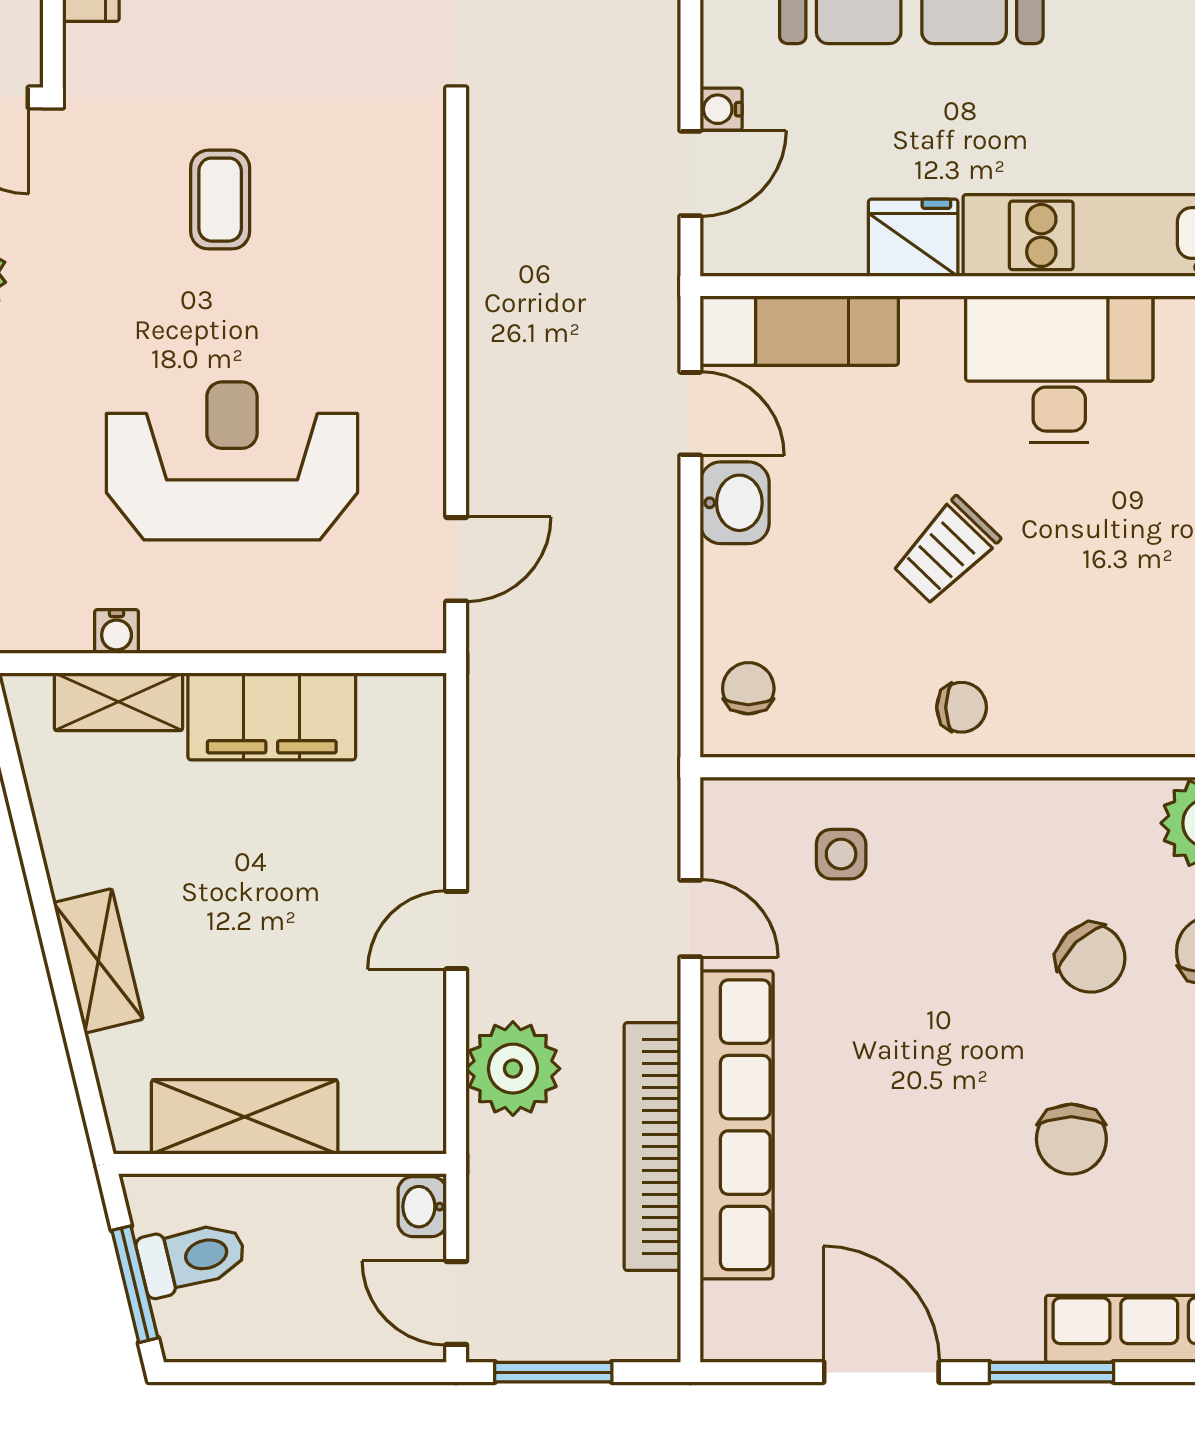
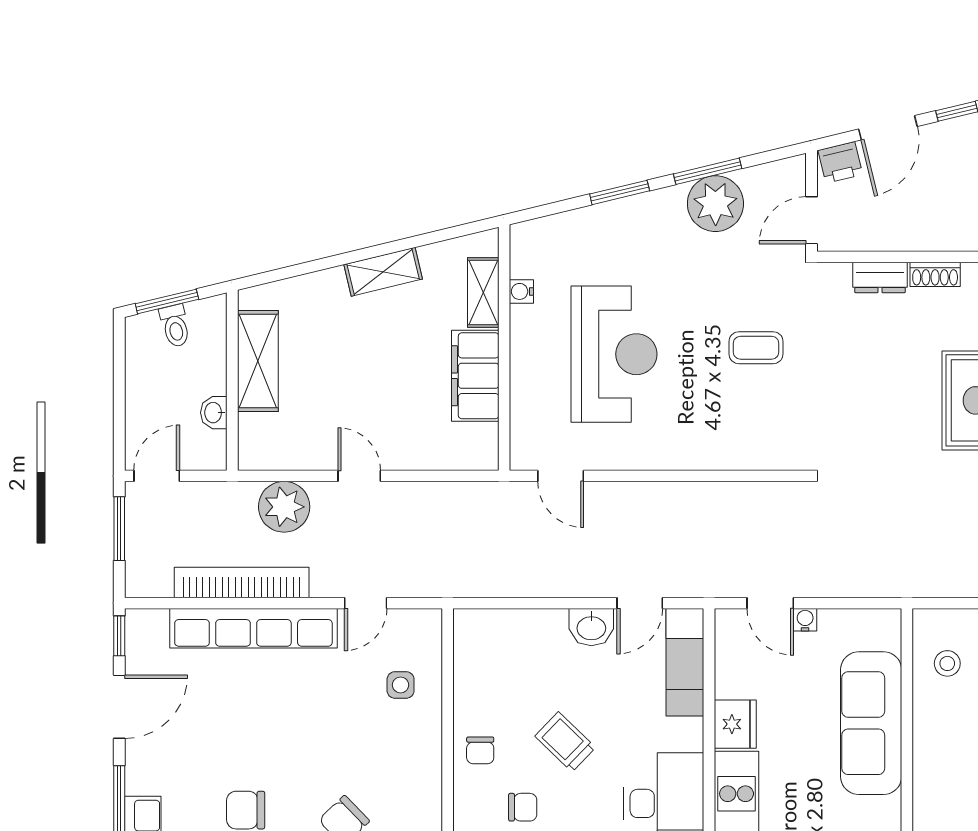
chair: (748, 688) -> (523, 807), moved
shelving: (98, 961) -> (383, 272), moved
washbasin: (422, 1207) -> (214, 413), moved, turned -90
toilet: (192, 1258) -> (175, 326), width x0.73, depth x0.72
window: (751, 1372) -> (119, 636), added

